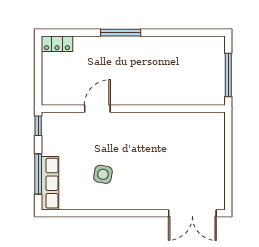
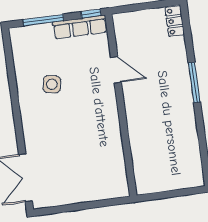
window: (228, 75) -> (167, 194), removed
row of seats: (50, 183) -> (80, 27), moved

